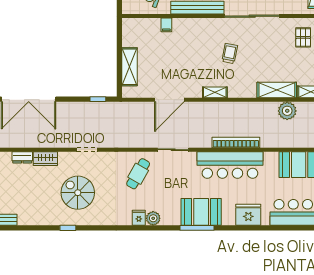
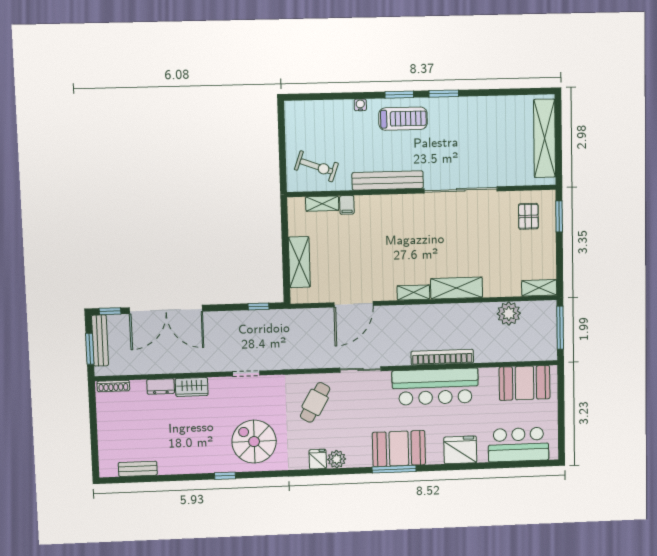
shelving: (148, 23) -> (322, 204), added
trolley: (230, 53) -> (432, 240), removed
shelving: (277, 90) -> (457, 288), moved
spiral stairs: (78, 193) -> (254, 442), moved

